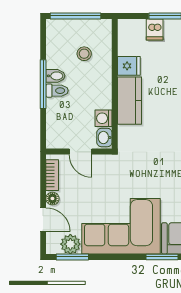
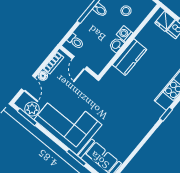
fridge: (129, 66) -> (165, 21), moved, turned 90
toilet: (57, 91) -> (76, 41), moved
washing machine: (103, 118) -> (125, 34), moved
washbasin: (104, 138) -> (116, 45), moved

